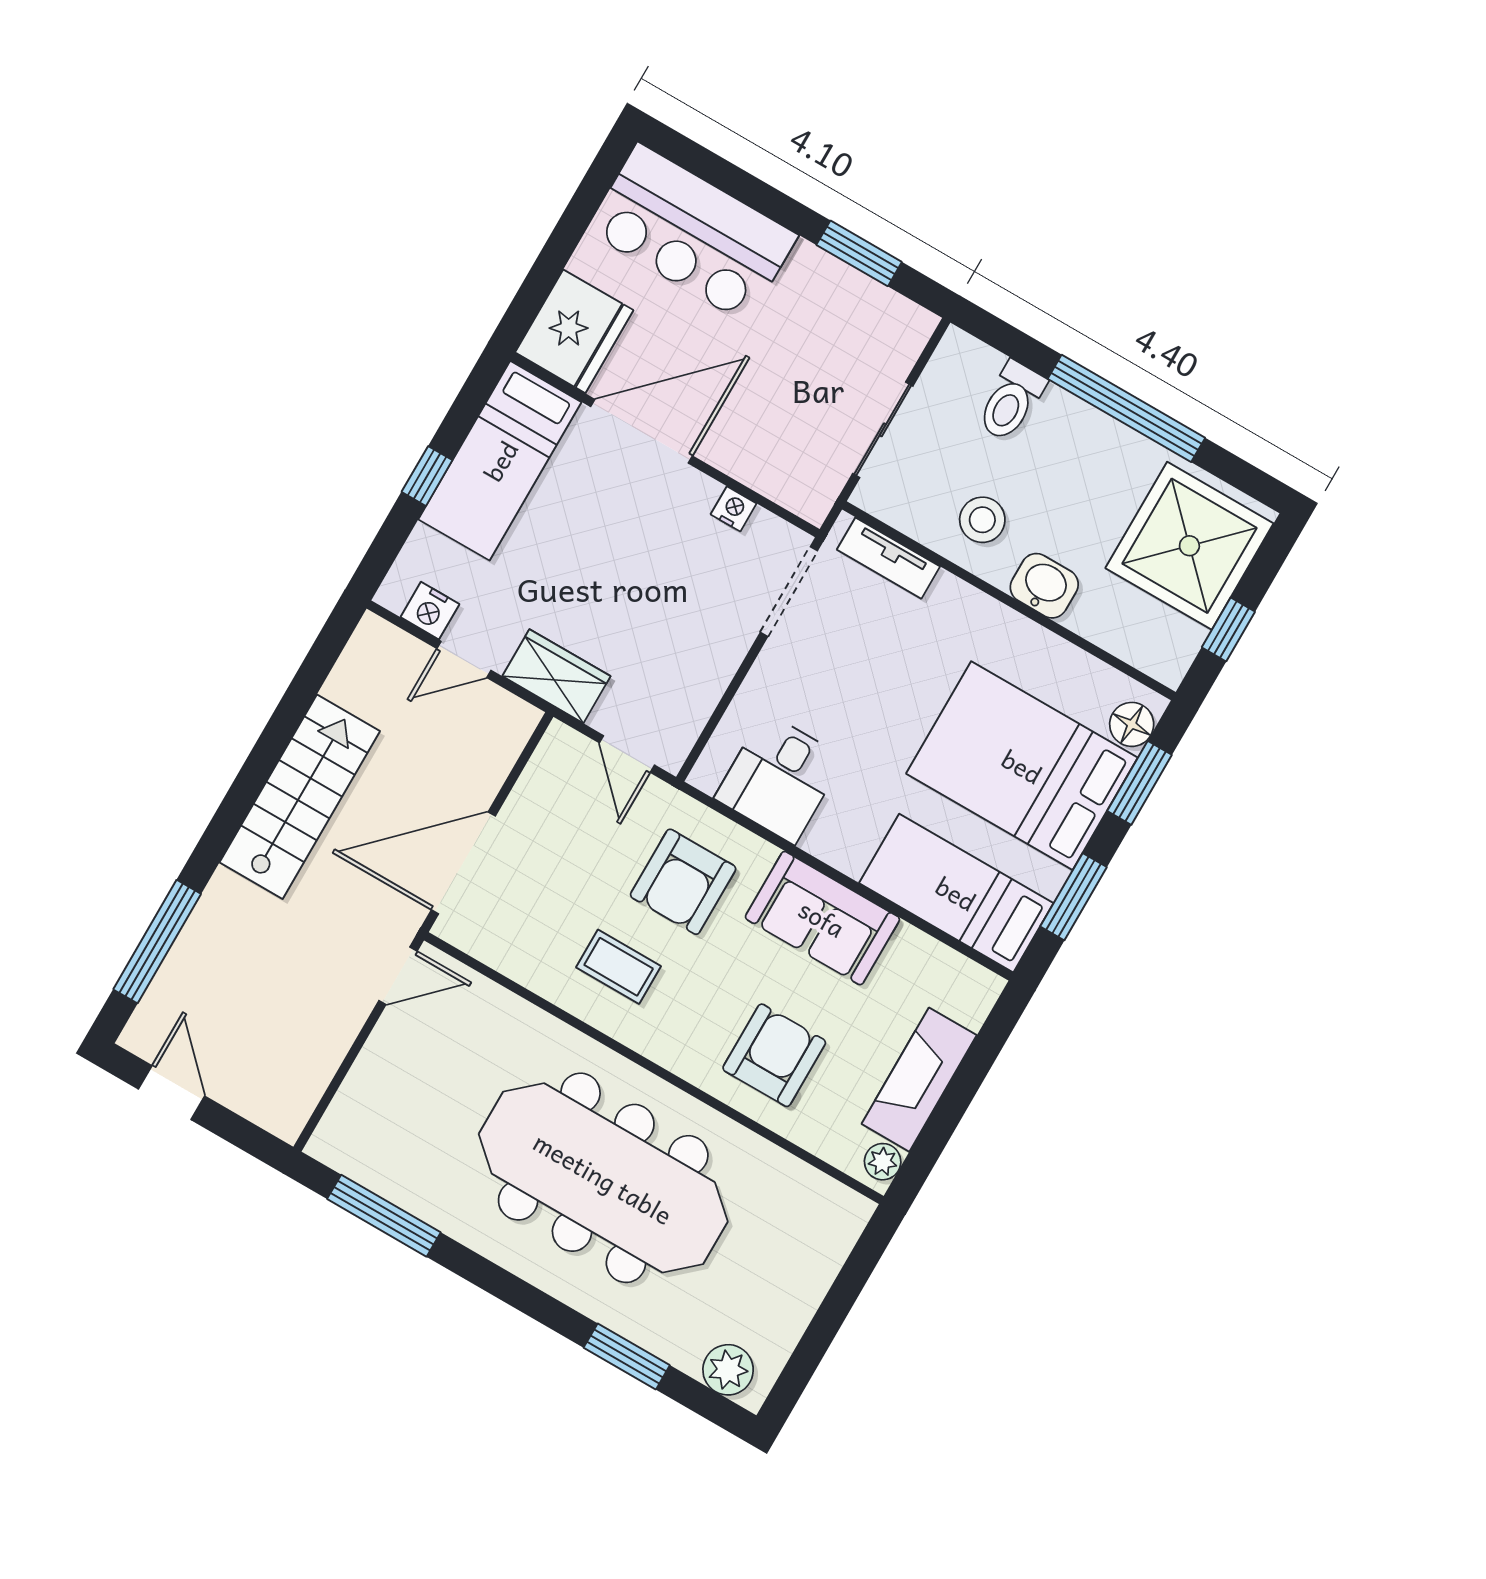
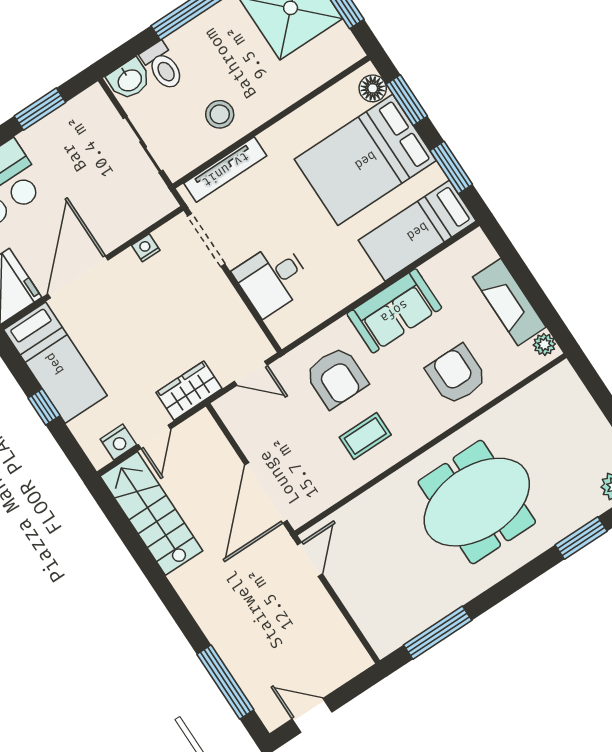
tv unit: (888, 558) -> (225, 169), width x1.41
washbasin: (1044, 586) -> (129, 80), moved, turned 180
desk: (779, 778) -> (272, 278), moved, turned 90
stairs: (300, 797) -> (151, 513), moved
meeting table: (603, 1178) -> (477, 502), width x0.73

